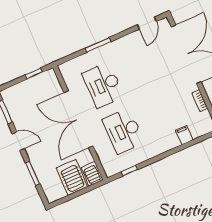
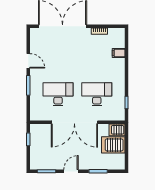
door: (147, 23) -> (28, 61), moved
desk: (103, 85) -> (58, 94), turned 180
desk: (124, 131) -> (97, 94), turned 180

